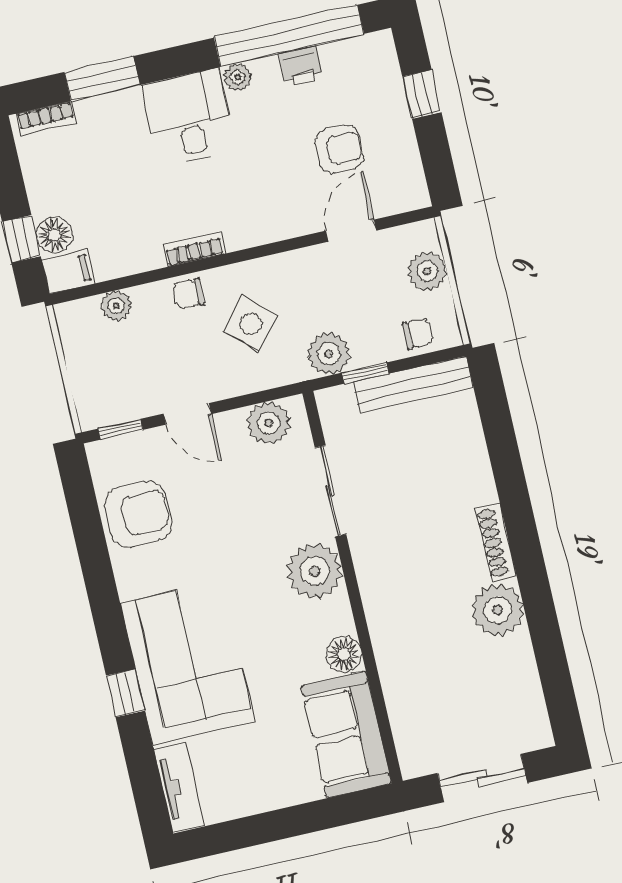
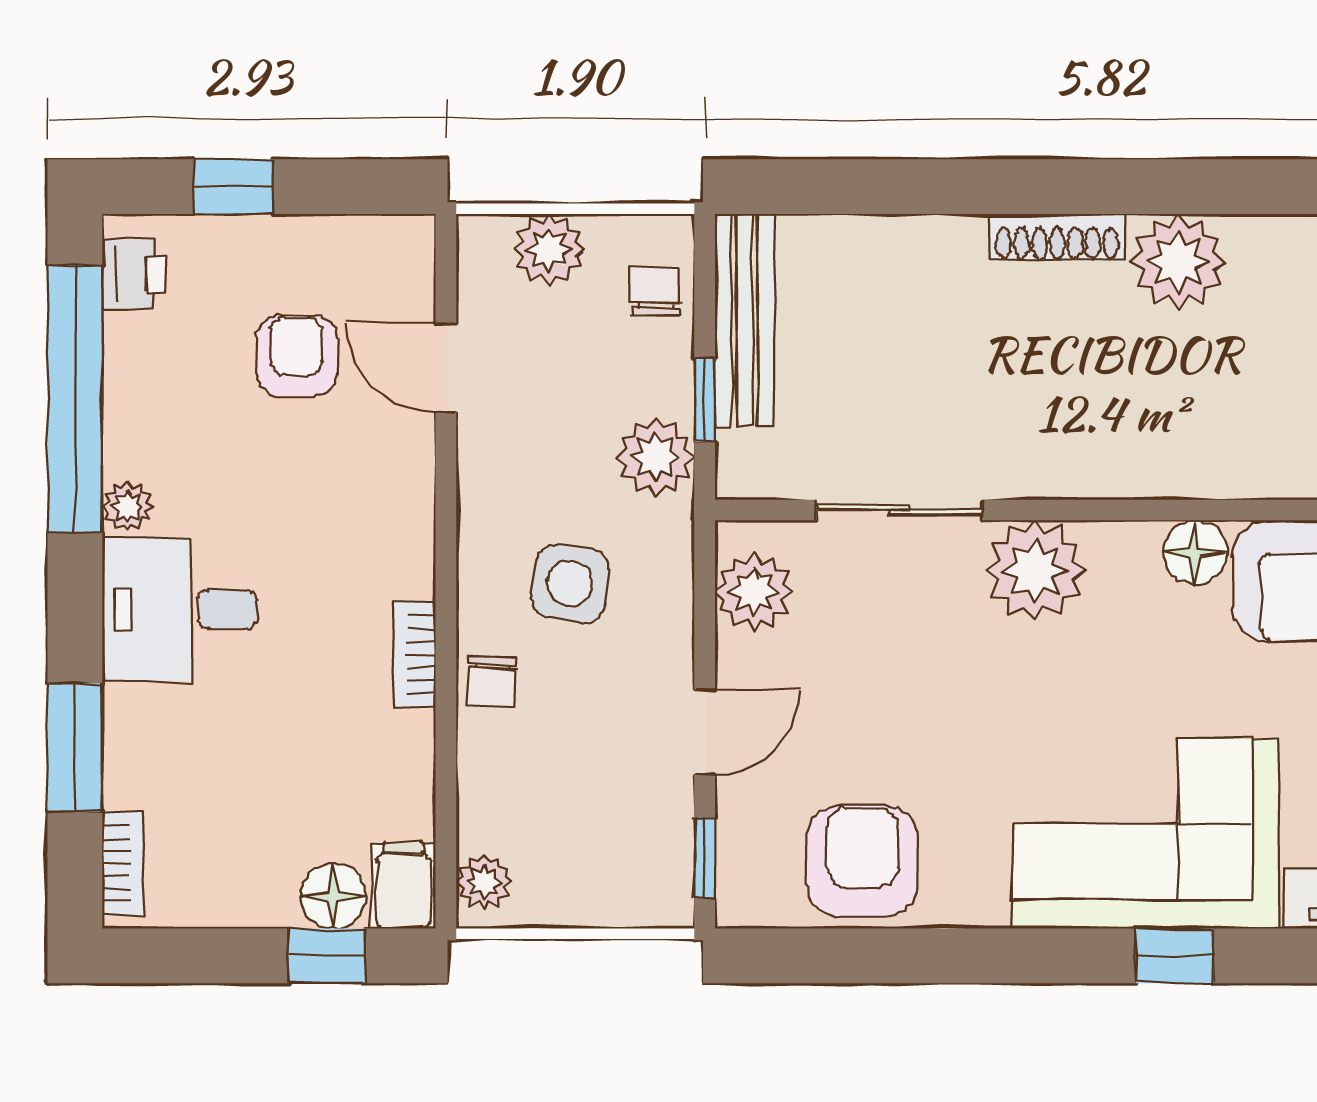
printer: (301, 66) -> (134, 274), moved
plant: (116, 306) -> (484, 882), moved
side table: (251, 324) -> (570, 583), turned -33

